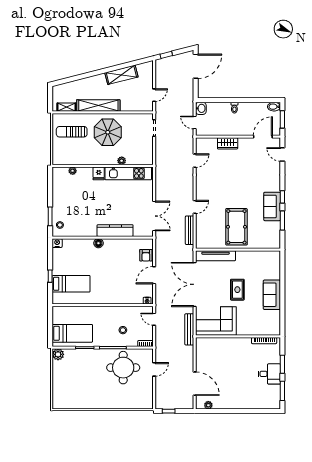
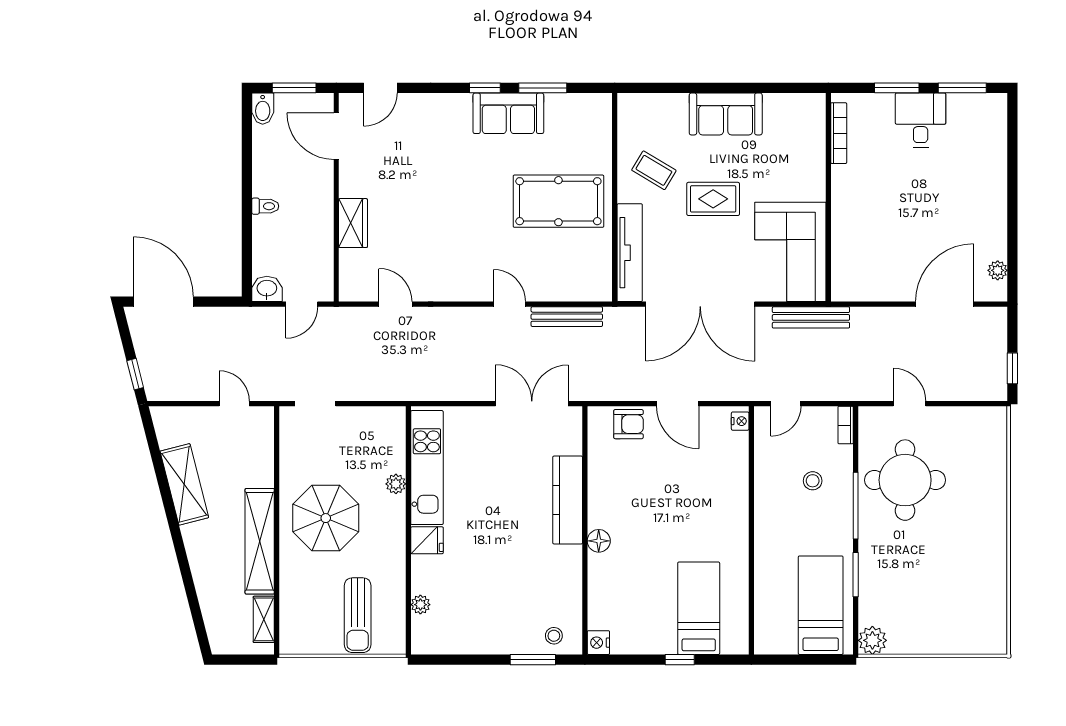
sun lounger: (72, 132) -> (358, 615), moved
coffee table: (249, 266) -> (654, 170), added

